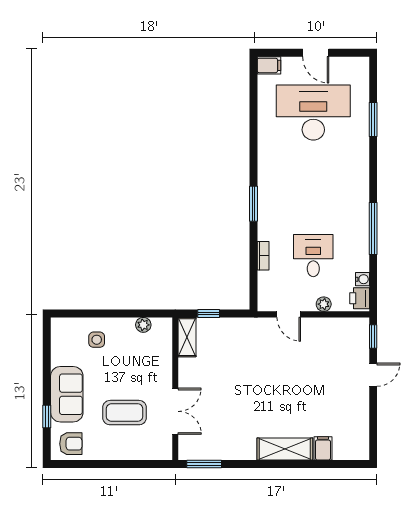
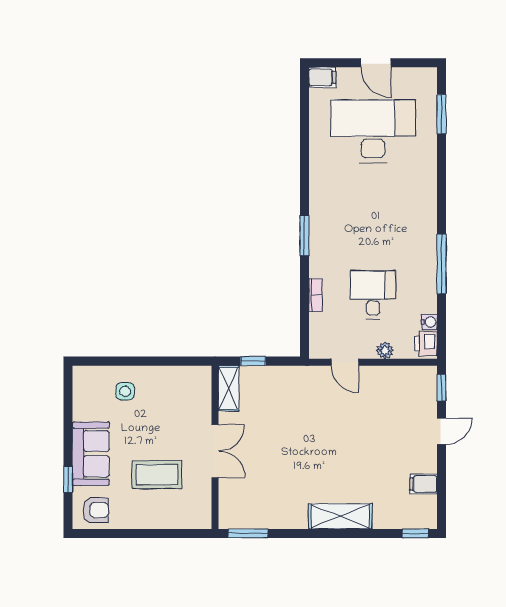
window: (373, 120) -> (441, 114), moved
plant: (143, 325) -> (178, 374), removed
double door: (175, 411) -> (215, 451), moved
filing cabinet: (323, 448) -> (424, 484), moved, turned -90
window: (350, 464) -> (415, 533), added

